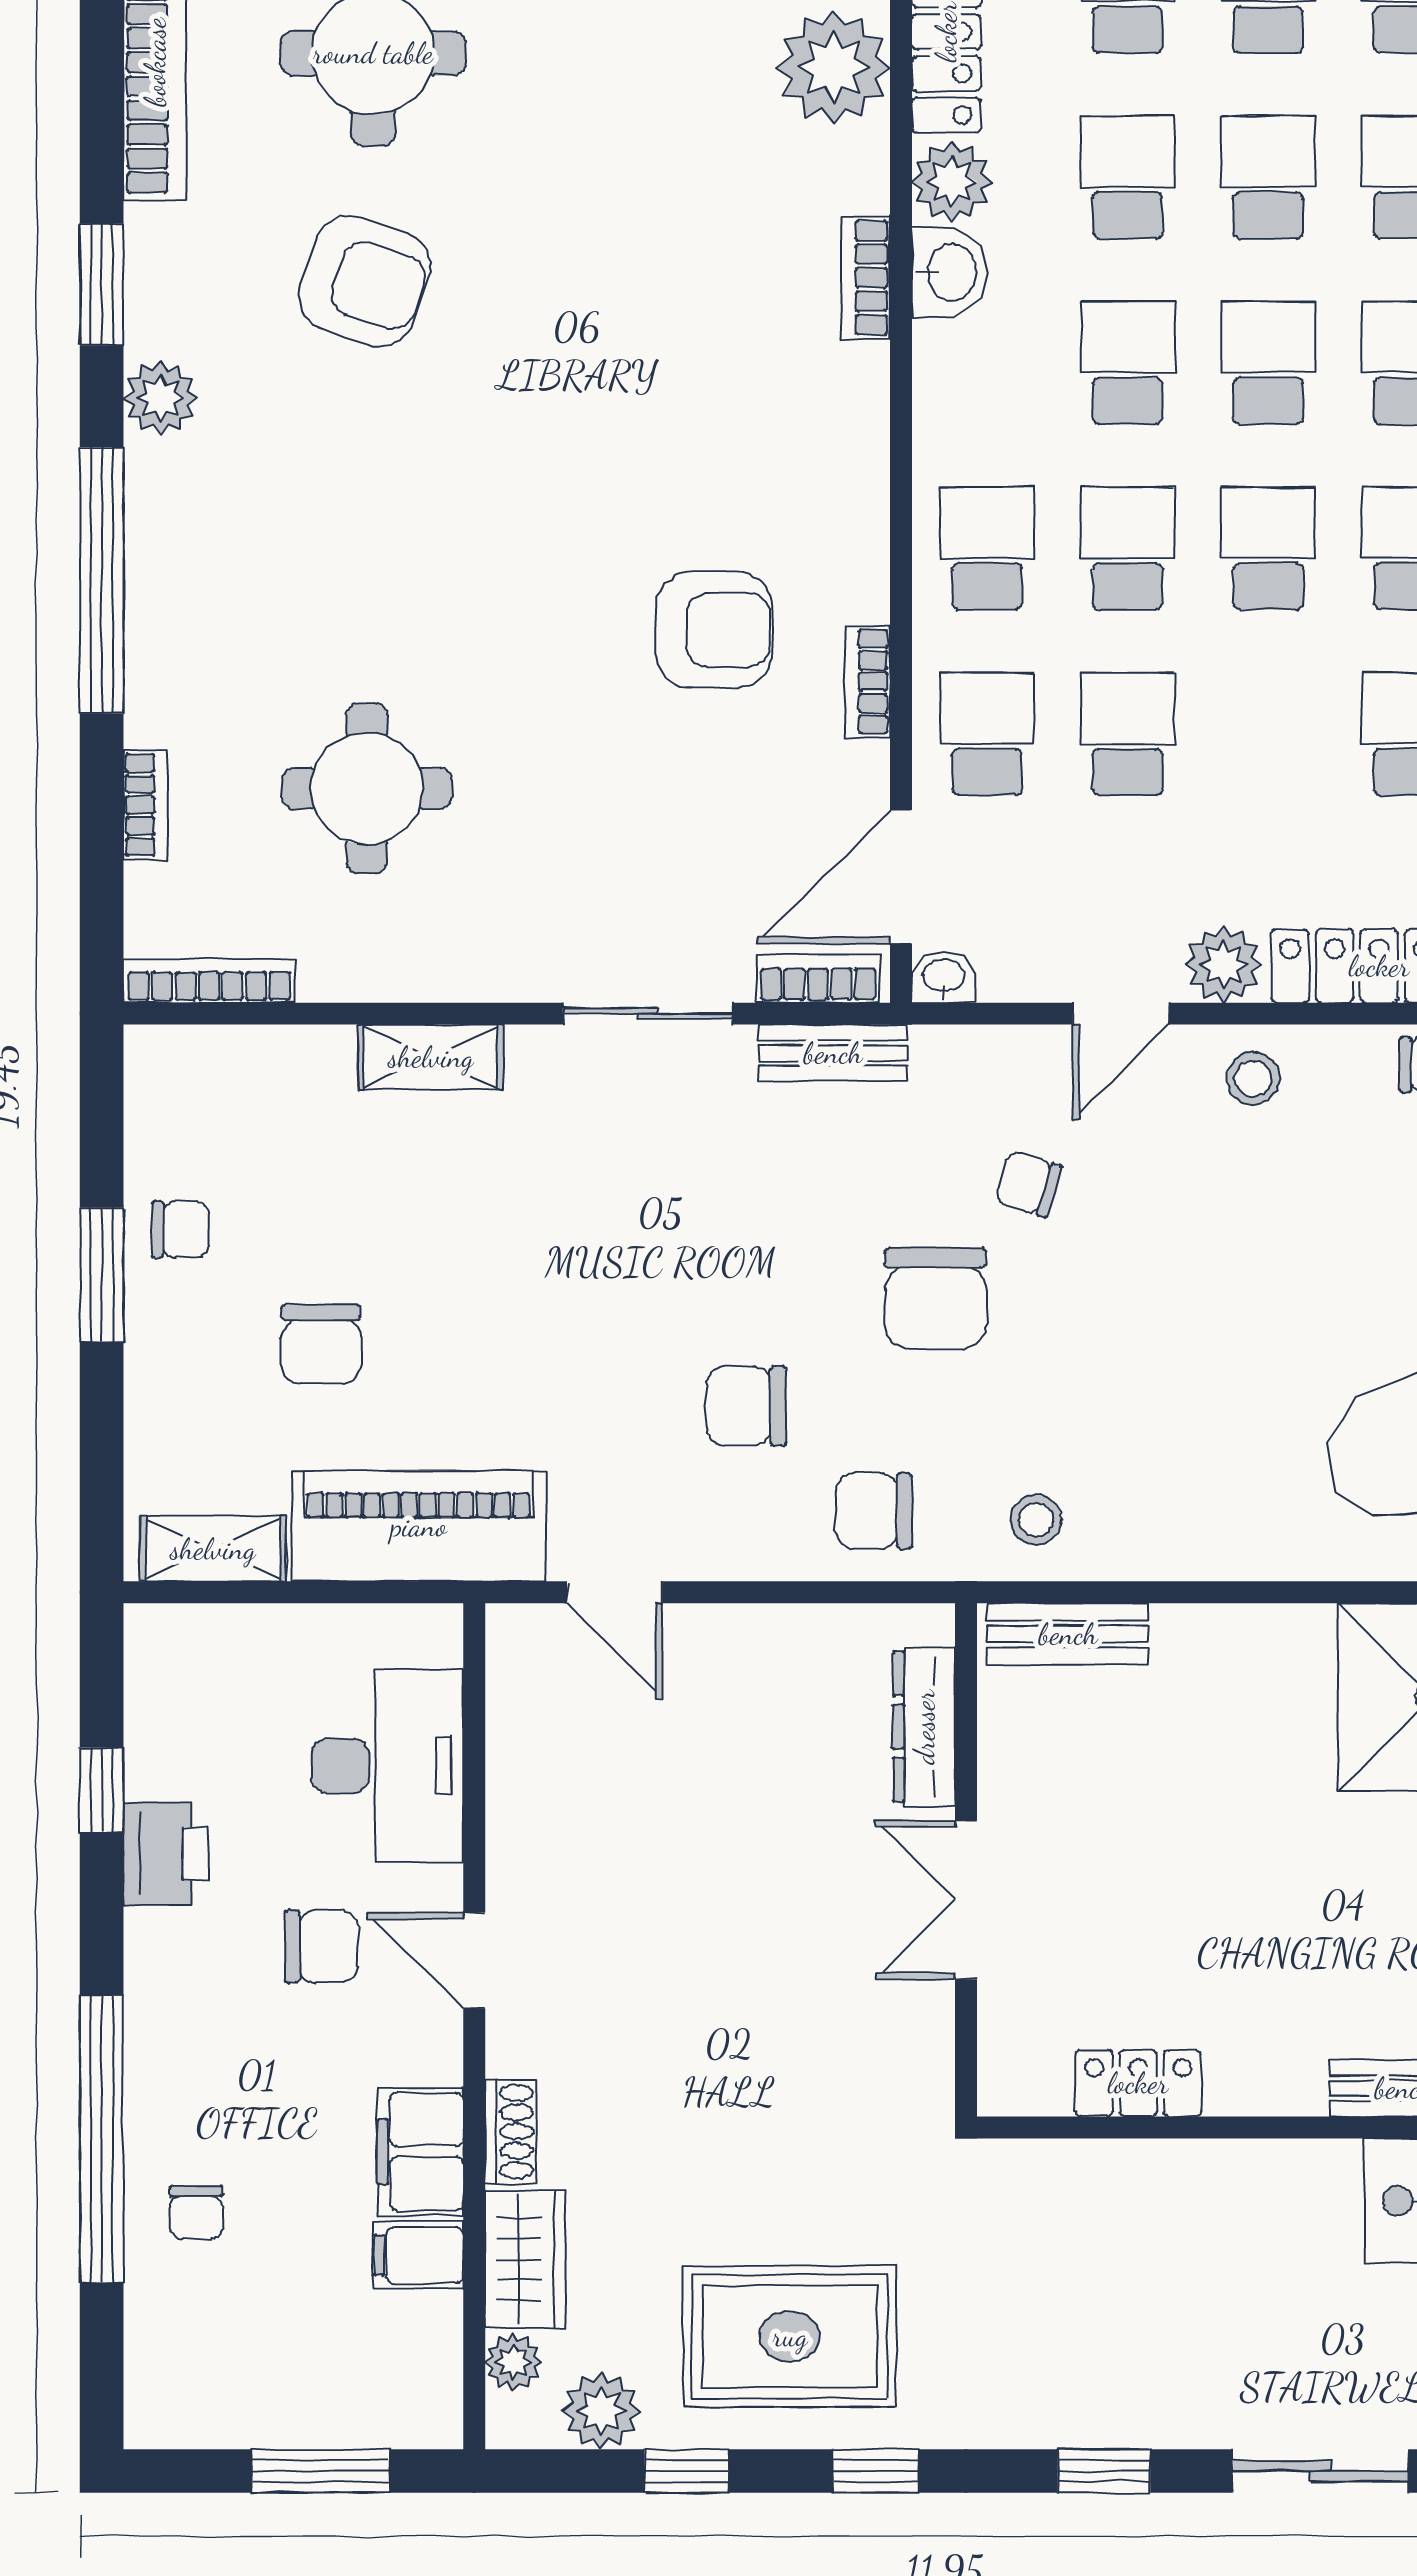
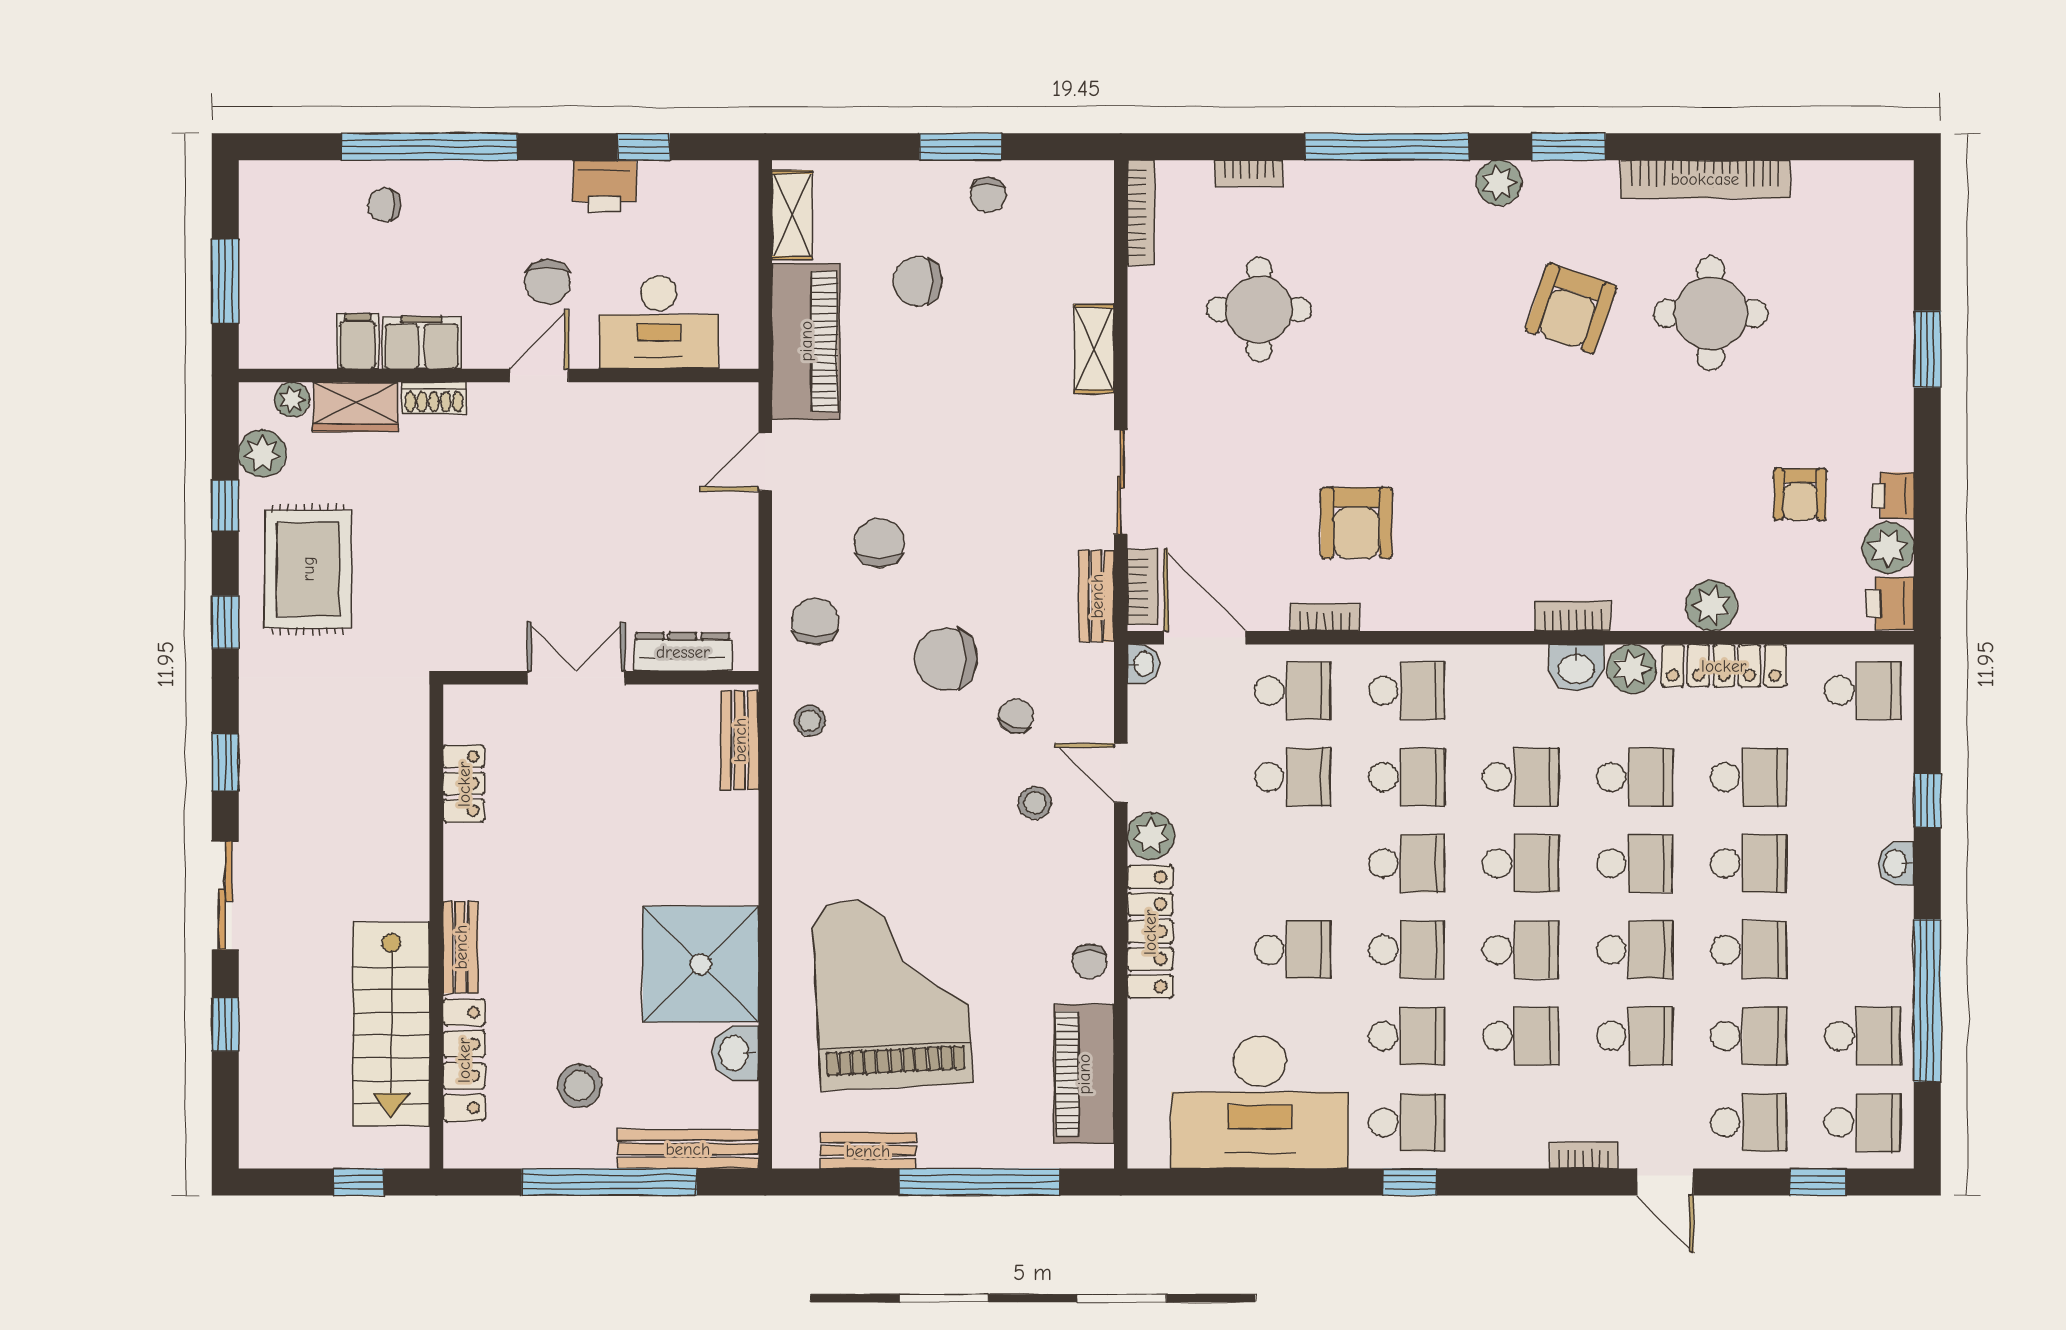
plant: (833, 67) -> (1711, 606), width x0.73, depth x0.73
stool: (1253, 1079) -> (1035, 803), moved

